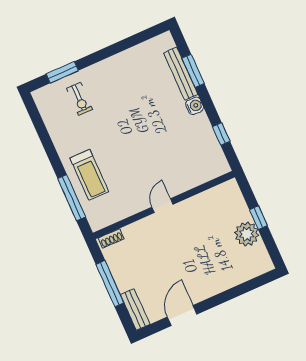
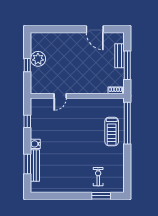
treadmill: (89, 175) -> (112, 131), turned 180
window: (72, 198) -> (127, 123), width x1.46
door: (162, 206) -> (60, 96), moved
bench: (135, 309) -> (120, 56), moved
door: (182, 316) -> (95, 29), hinge flipped

